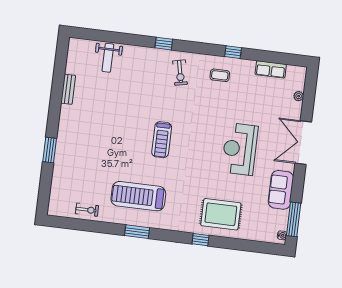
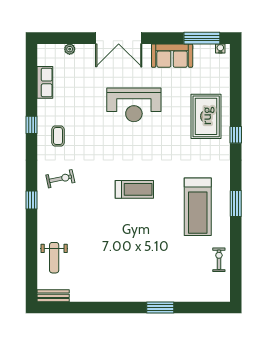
weight bench: (108, 58) -> (54, 258), turned 90
bench: (68, 89) -> (53, 296), moved

